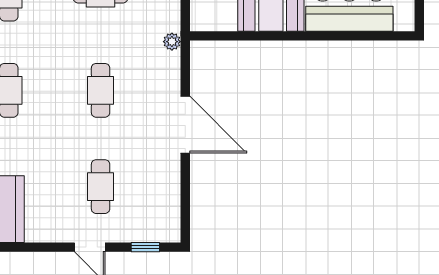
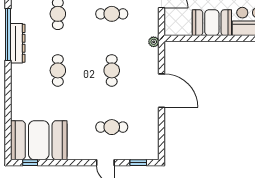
cafe table: (101, 187) -> (112, 127), turned 90

